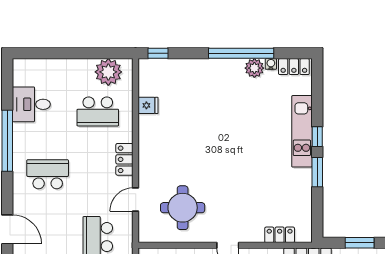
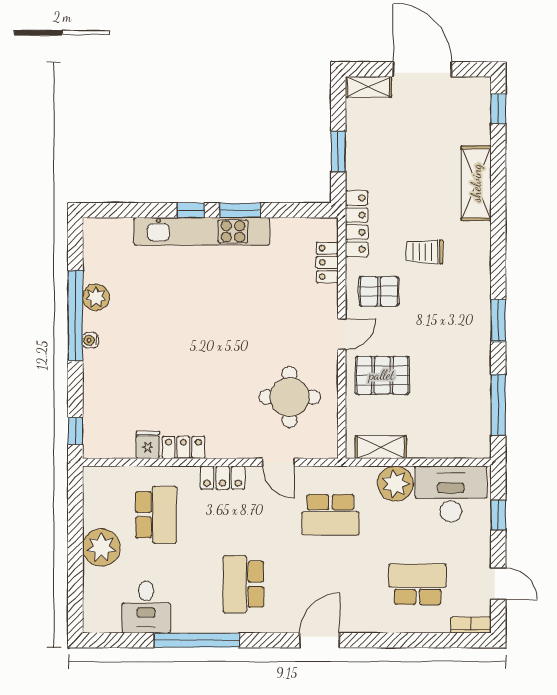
water cooler: (271, 64) -> (90, 340), moved
locker: (294, 67) -> (183, 447), moved, turned -90
plant: (108, 72) -> (101, 547), moved
kitchen unit: (302, 131) -> (202, 231), width x1.36

